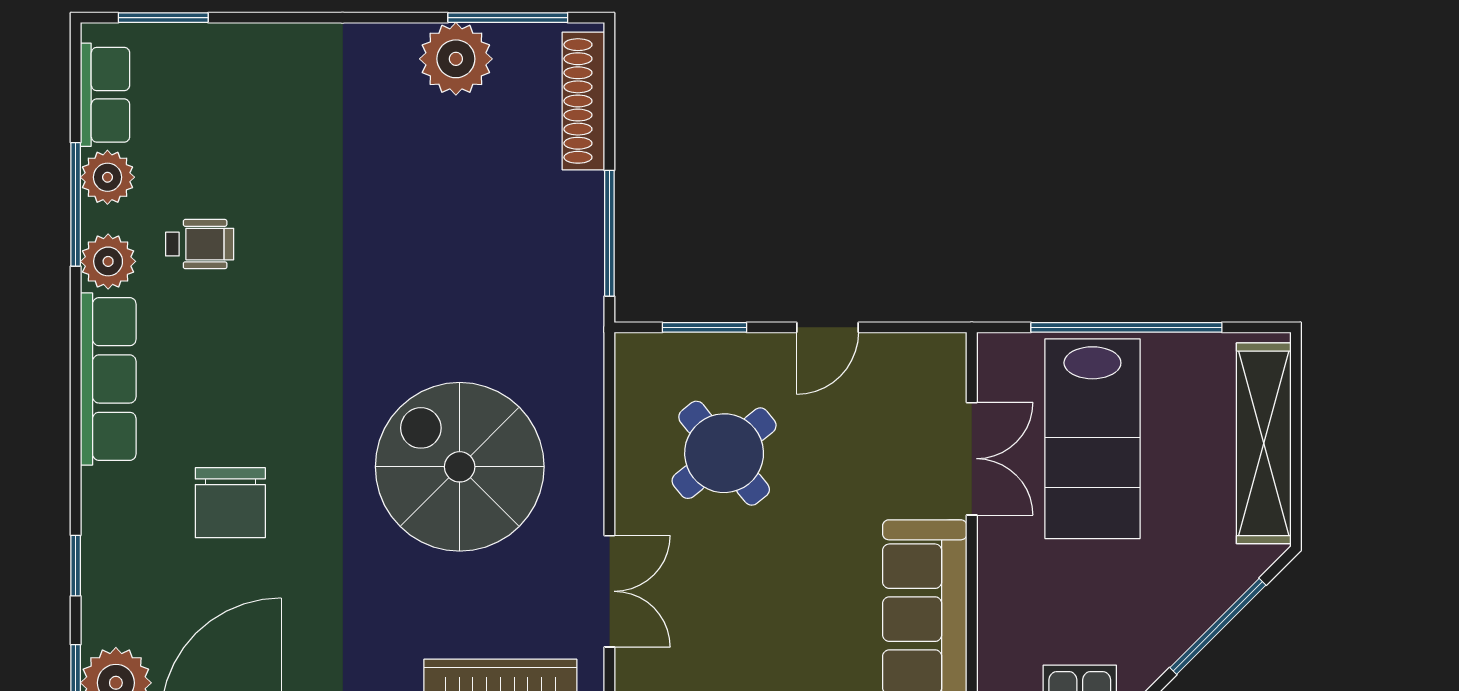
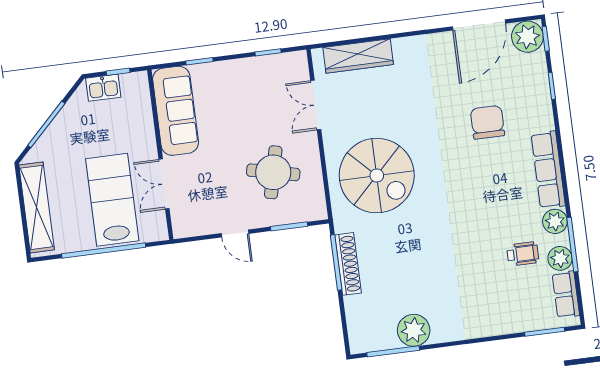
shoe rack: (583, 101) -> (348, 264), moved
wheelchair: (200, 244) -> (523, 254), moved, turned 180
door: (827, 327) -> (235, 233), swing flipped
round table: (724, 453) -> (273, 172), turned -38
spiral stairs: (460, 467) -> (377, 176), moved

